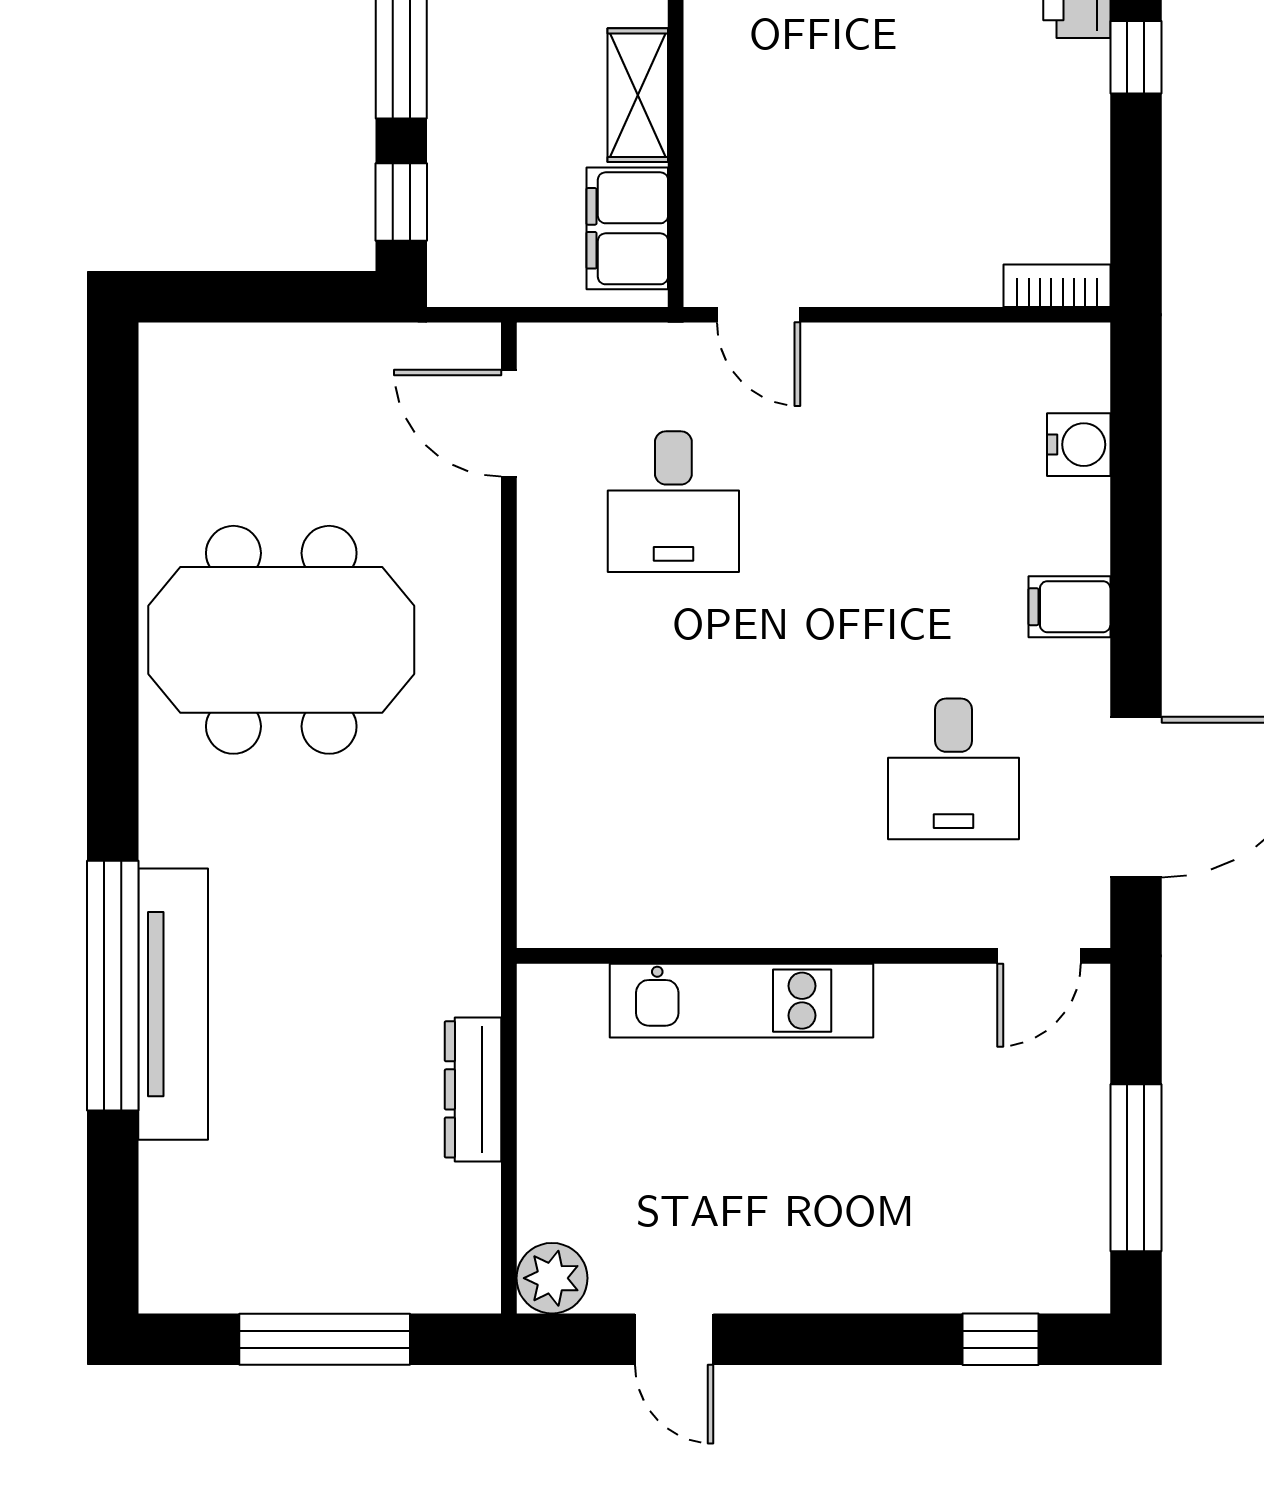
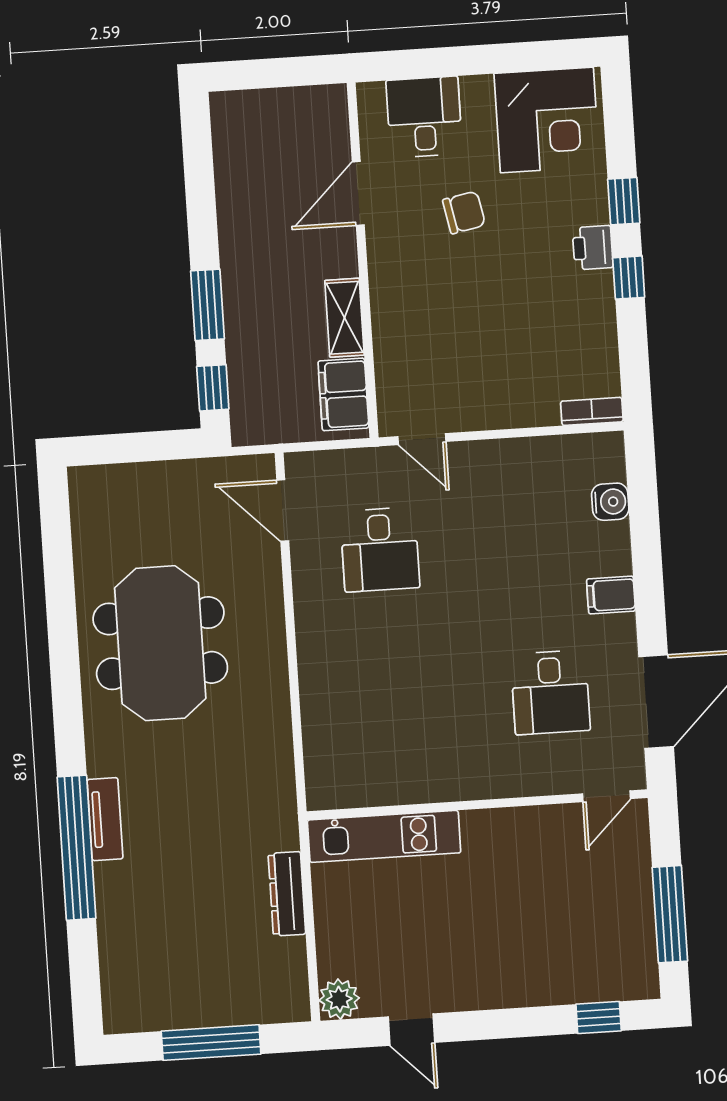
meeting table: (281, 640) -> (160, 643), turned 90
kitchen unit: (741, 1001) -> (384, 836), moved
tv unit: (173, 1004) -> (105, 819), width x0.52, depth x0.78

